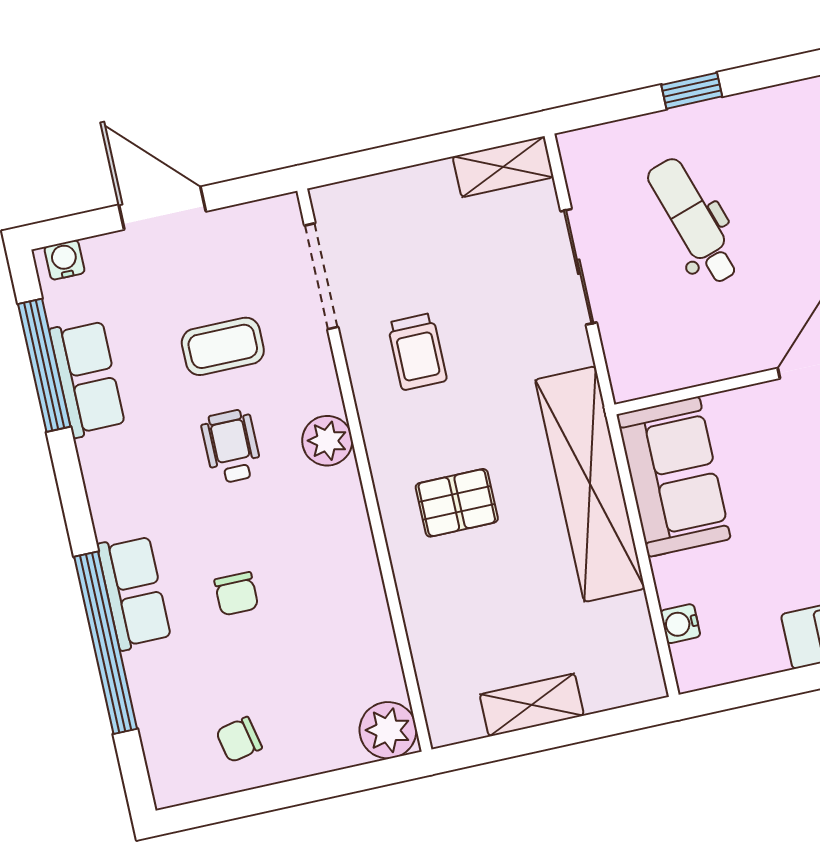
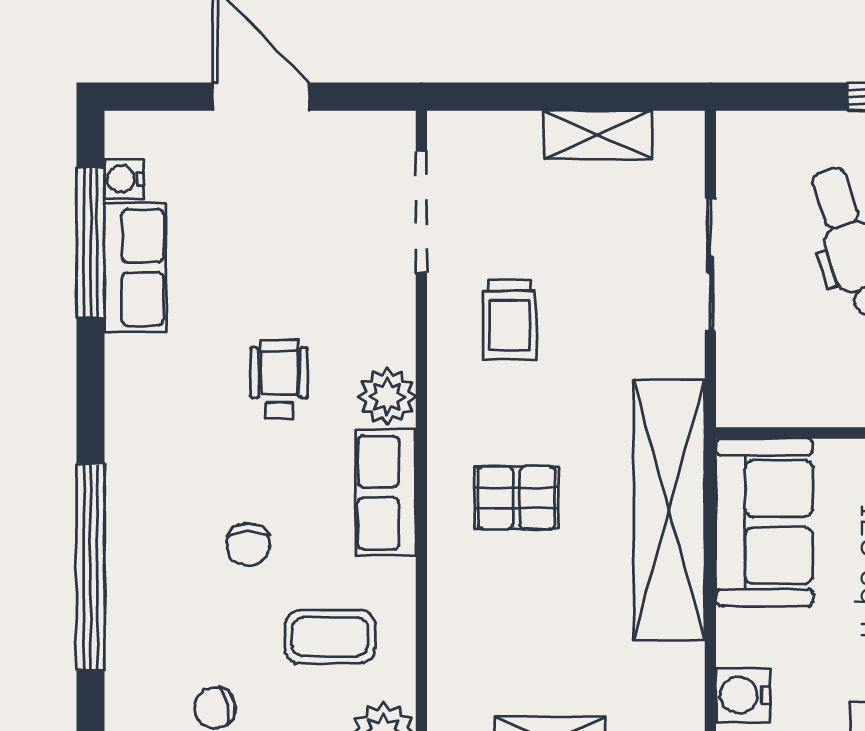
shelving: (503, 167) -> (597, 135), moved
water cooler: (64, 260) -> (124, 179), moved, turned -90
coffee table: (223, 346) -> (330, 637), moved
row of seats: (134, 592) -> (386, 493), moved, turned 180
water cooler: (680, 624) -> (743, 695), width x1.38, depth x1.38

